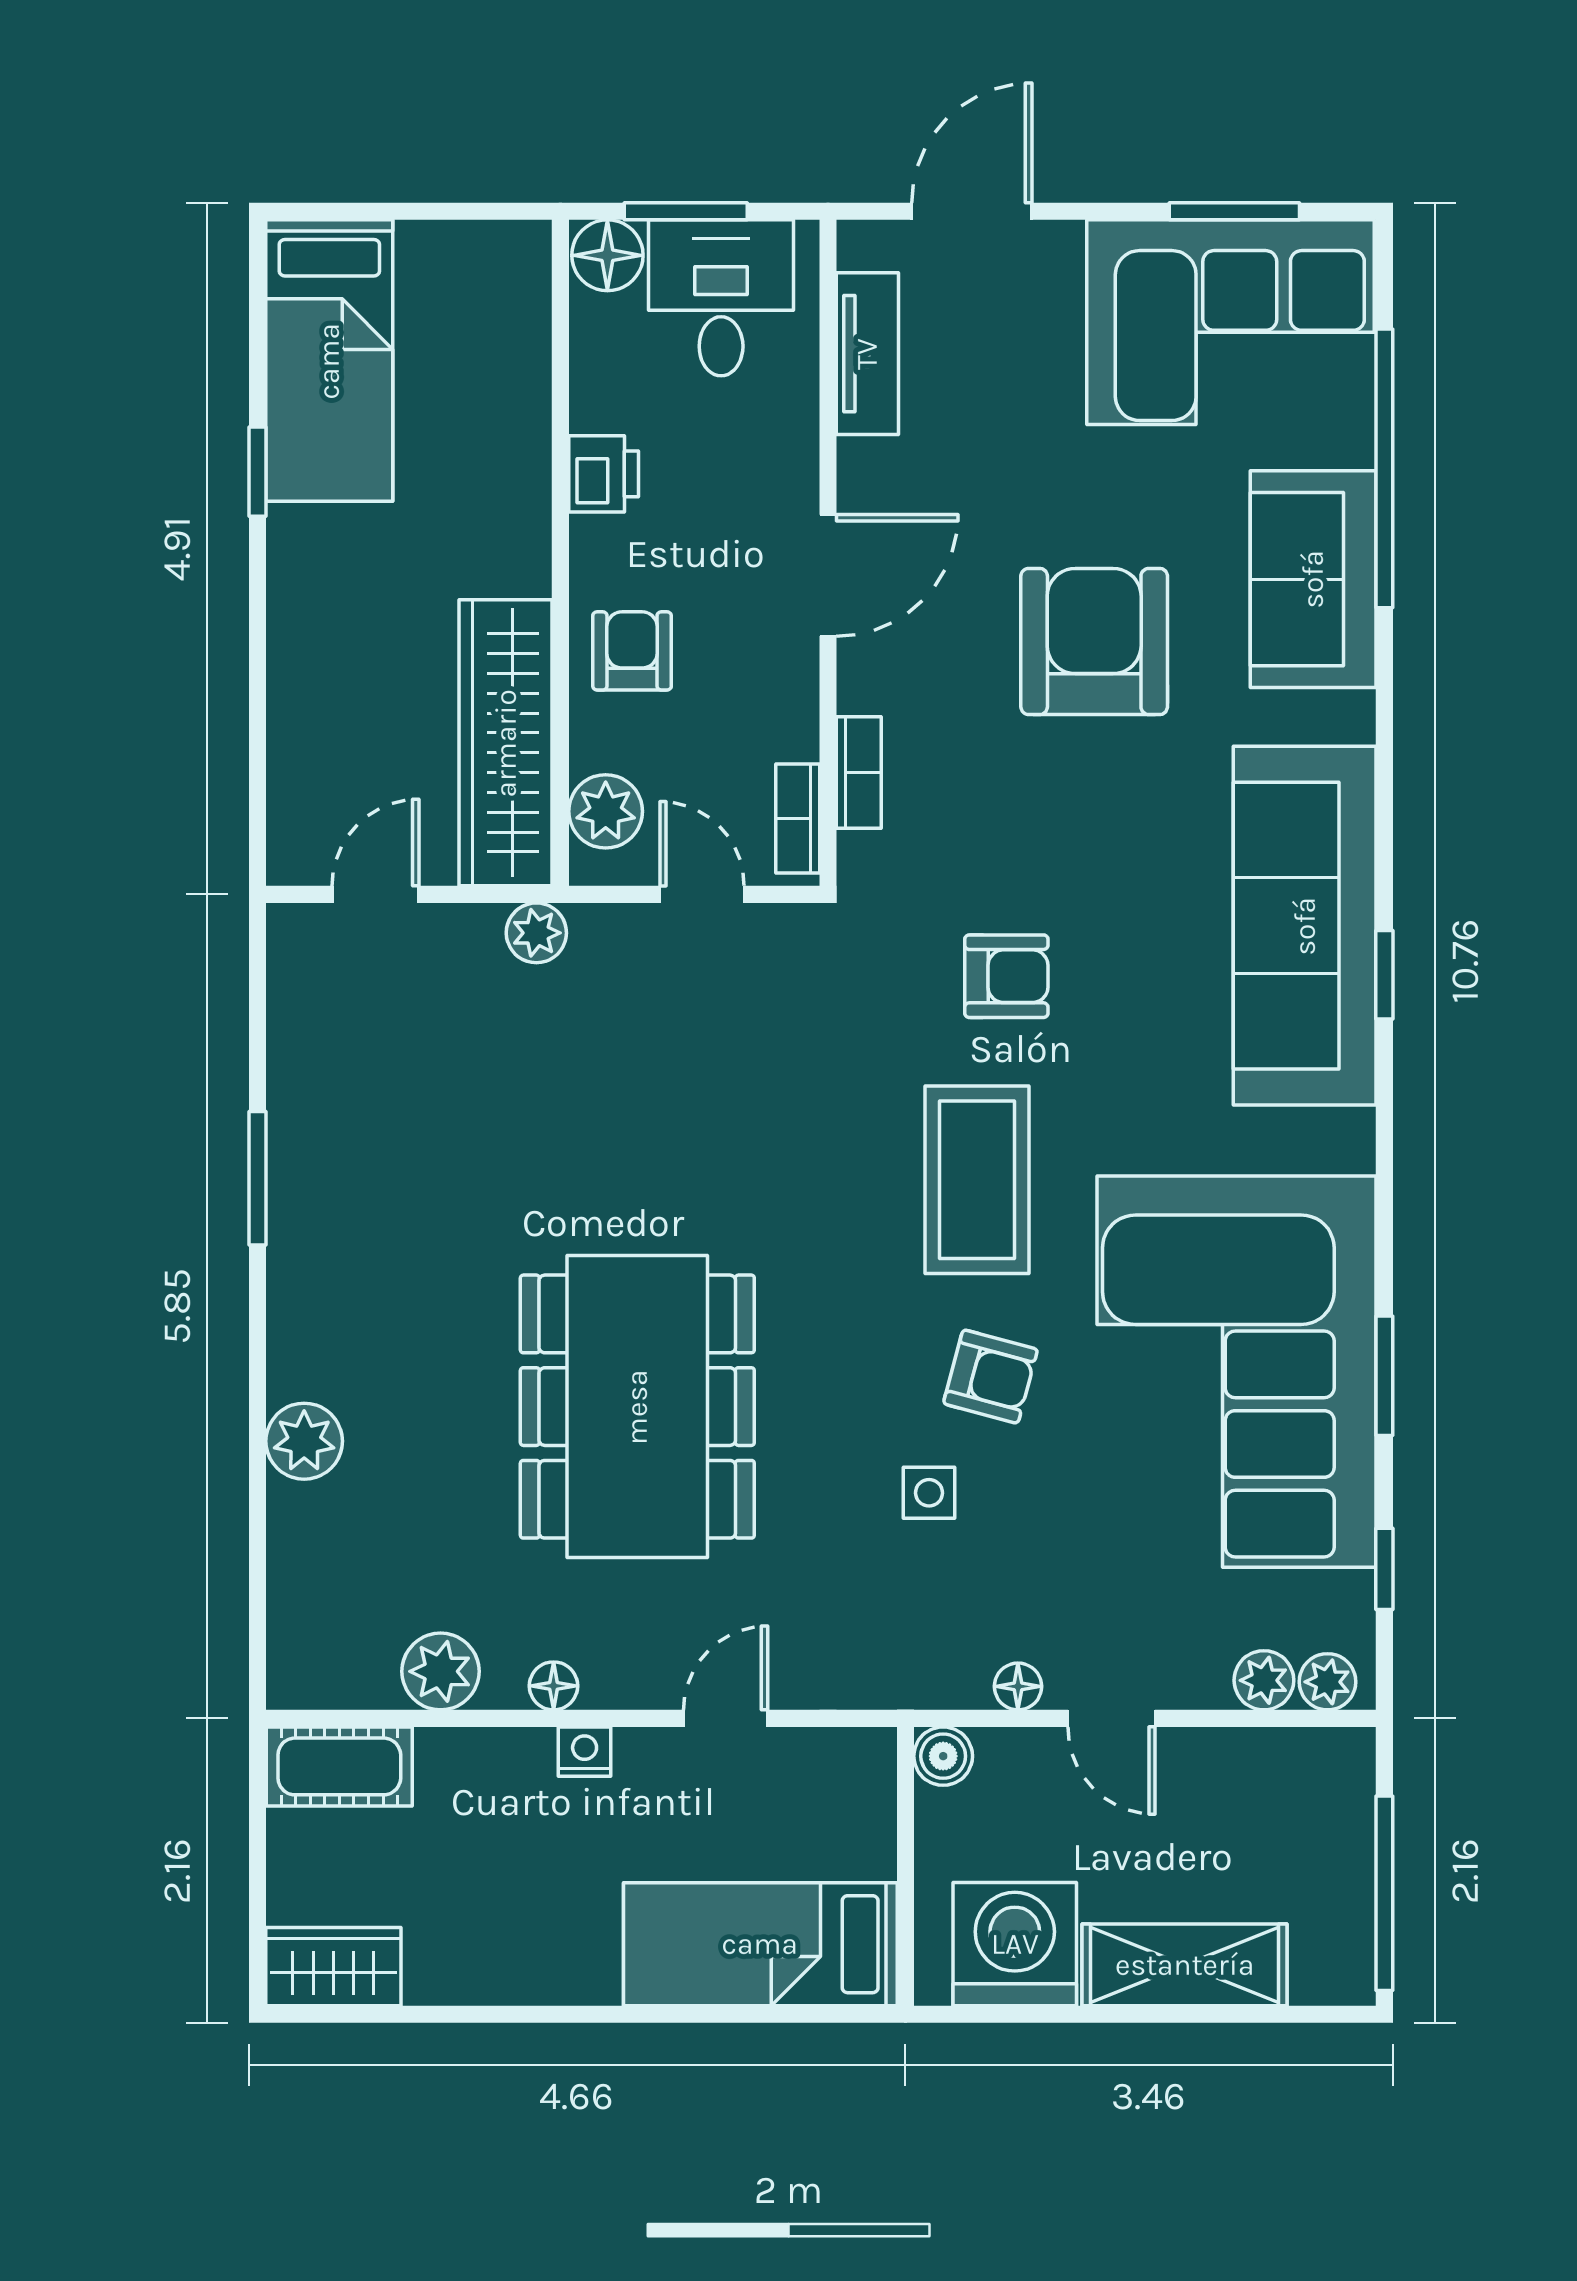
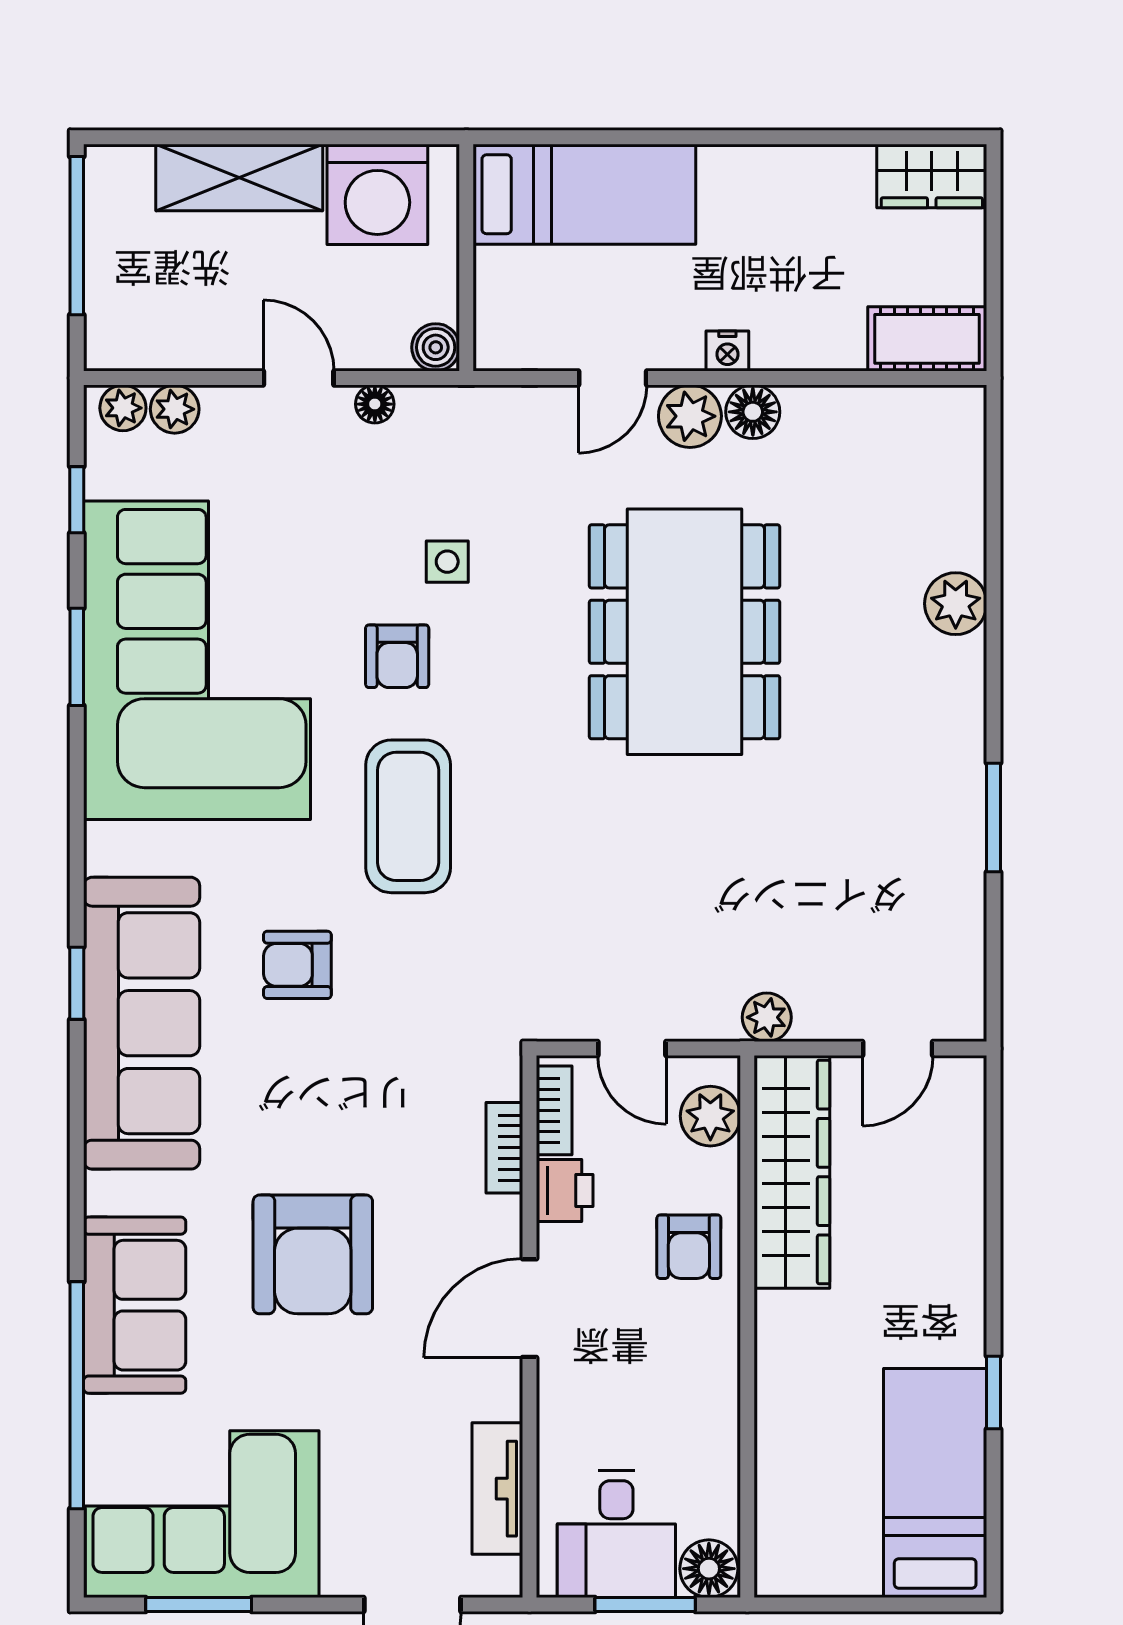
printer: (604, 474) -> (565, 1191), moved, turned 180
armchair: (1006, 976) -> (297, 965), moved
armchair: (990, 1377) -> (397, 656), turned -105
plant: (441, 1671) -> (690, 416), moved
floor lamp: (554, 1686) -> (753, 412), width x1.37, depth x1.37

